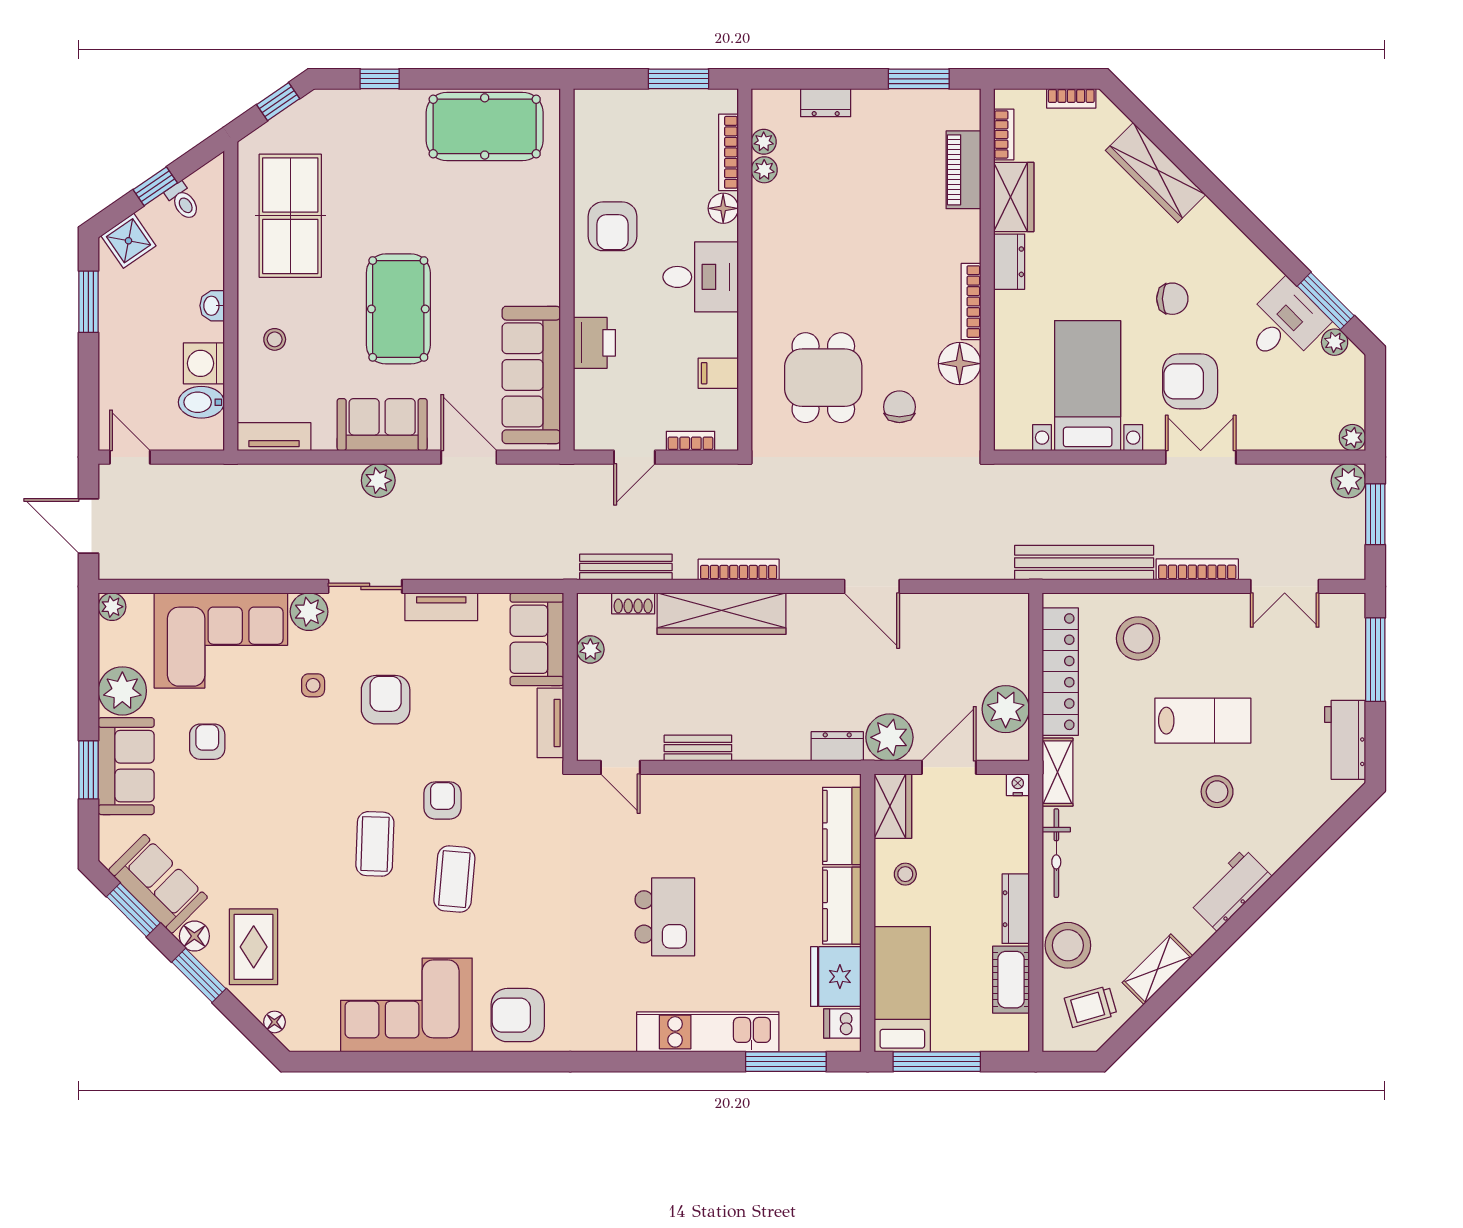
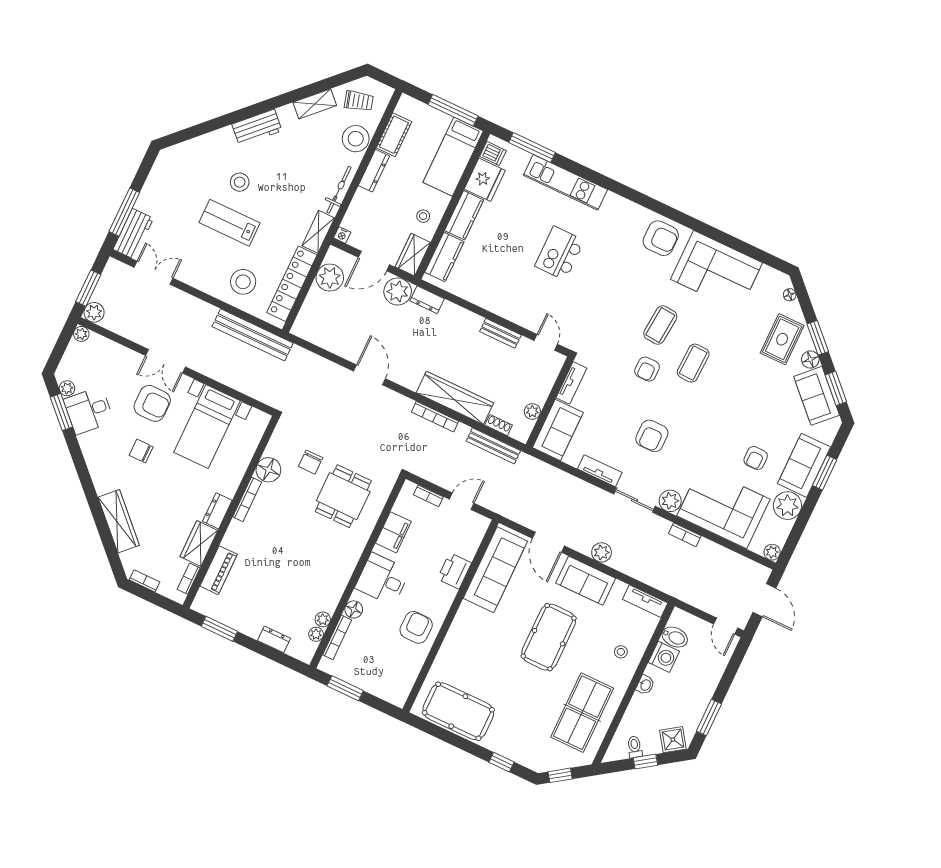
filing cabinet: (718, 373) -> (393, 532), width x2.00
bookcase: (1197, 569) -> (685, 535), moved, width x0.64
side table: (313, 685) -> (686, 461), removed
workbench: (1345, 740) -> (133, 234), moved

